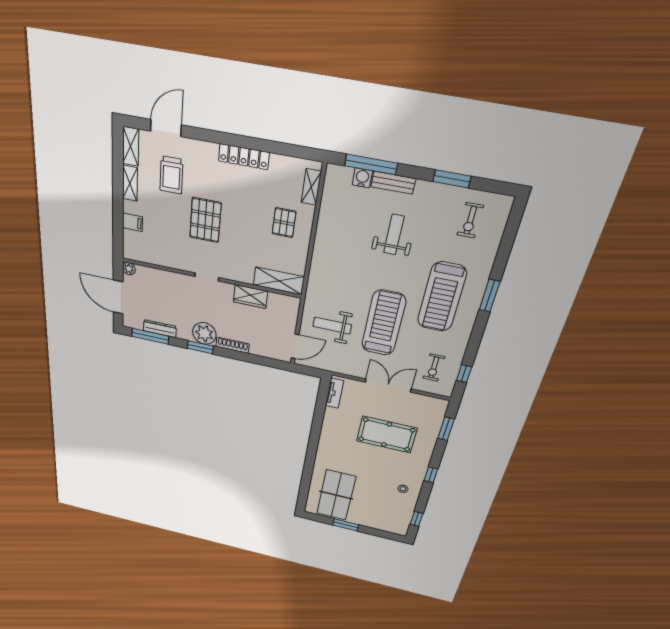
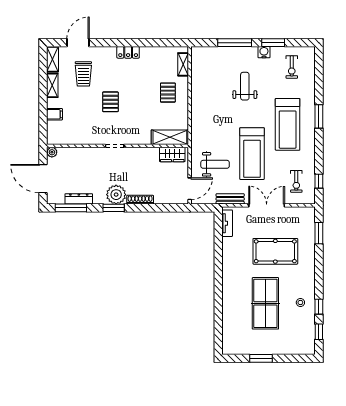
locker: (244, 157) -> (128, 52), width x0.66
window: (371, 164) -> (235, 43), moved
water cooler: (362, 178) -> (264, 52), moved
bench: (393, 183) -> (230, 199), moved
pallet: (205, 220) -> (110, 102), width x0.67, depth x0.71
wardrobe: (251, 297) -> (172, 154), moved
treadmill: (384, 323) -> (252, 154), turned 180
weight bench: (332, 326) -> (215, 164), turned 180
window: (431, 475) -> (319, 307), moved
table tennis table: (336, 495) -> (265, 303), moved

